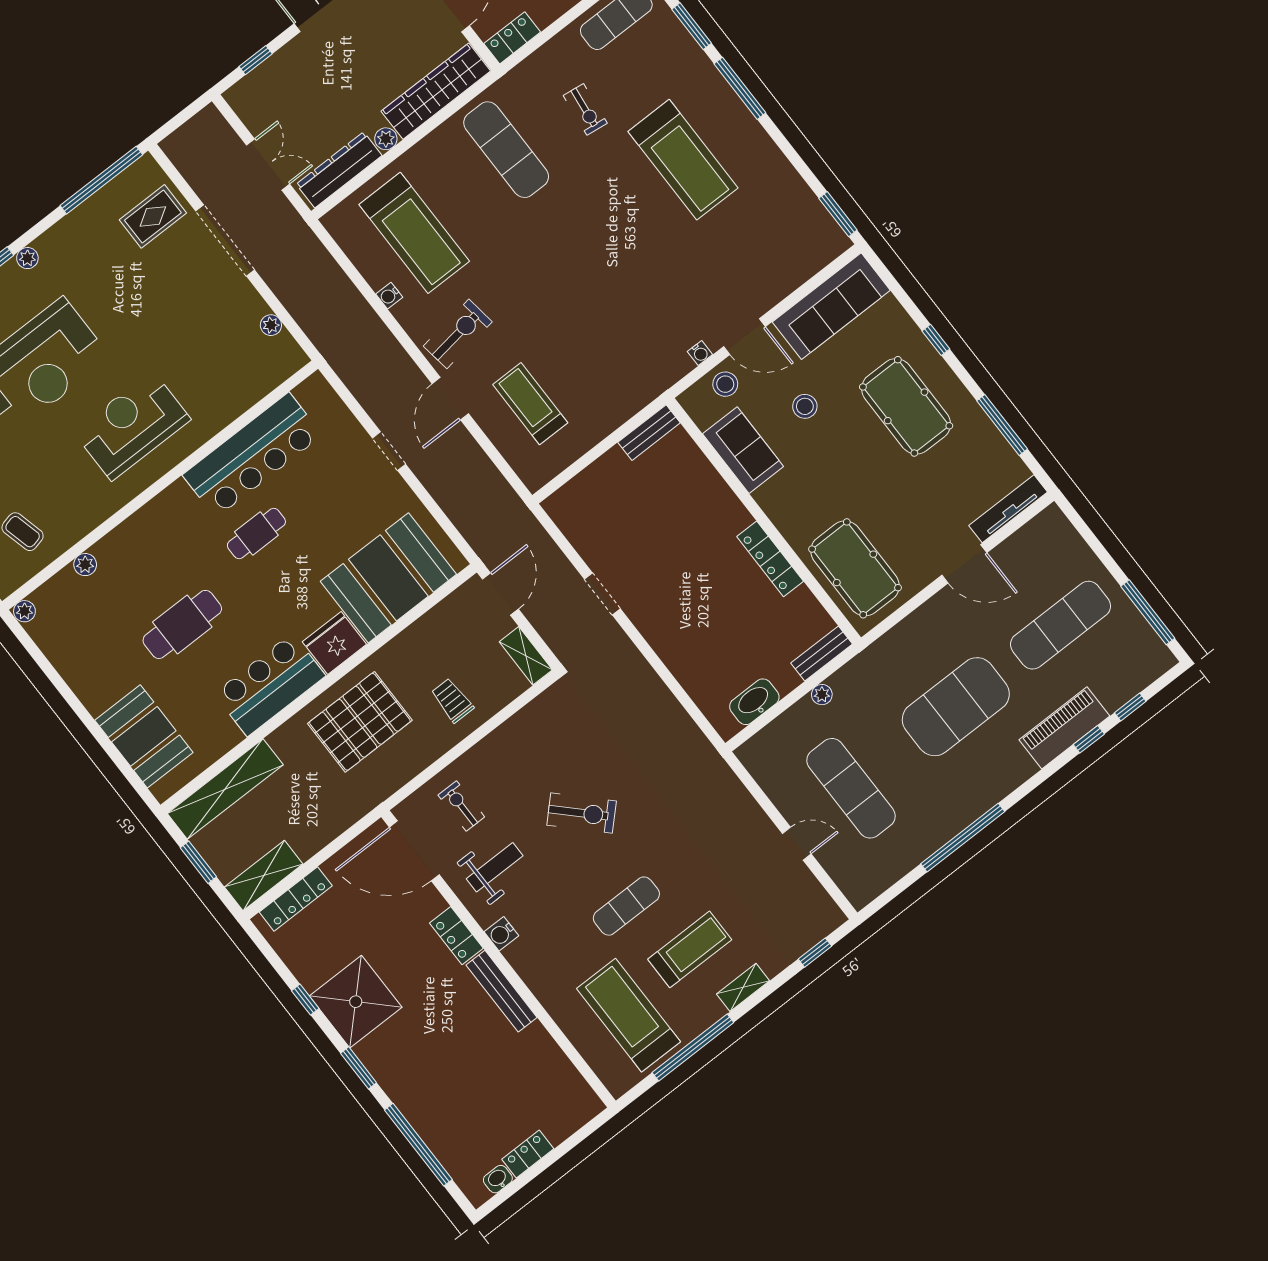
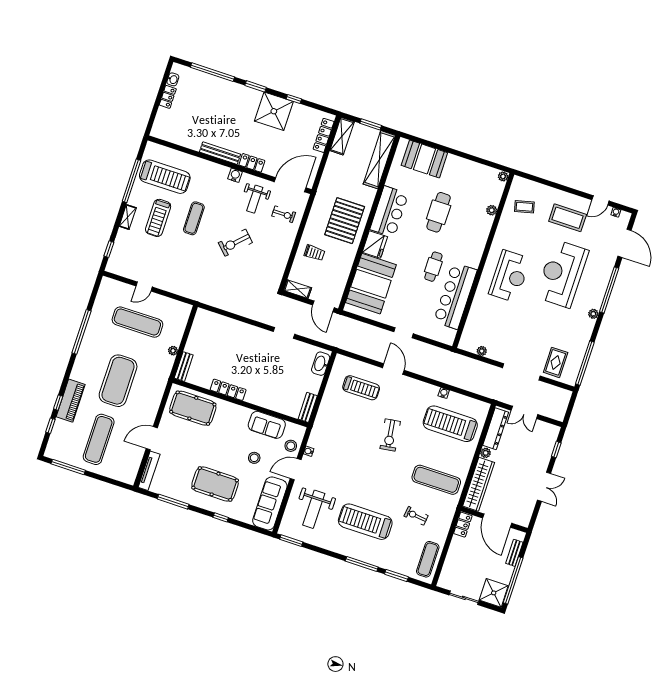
weight bench: (760, 243) -> (314, 509), added
exercise bike: (458, 334) -> (390, 435), moved
washbasin: (754, 702) -> (321, 364), moved, turned 180

